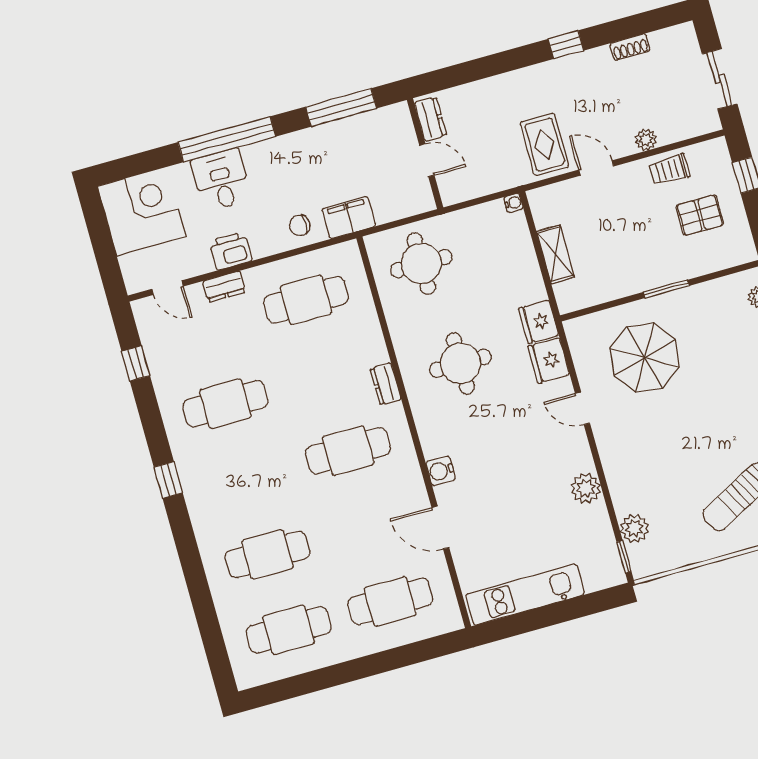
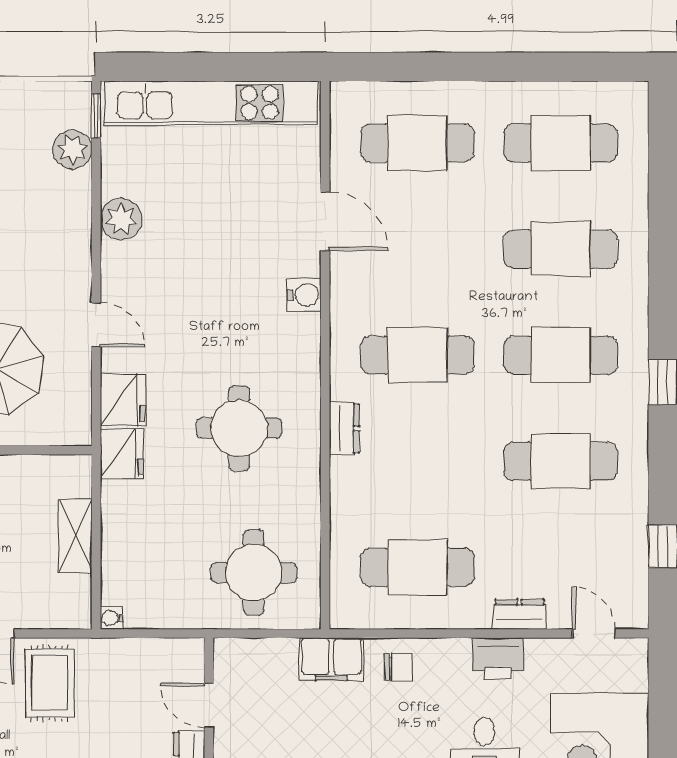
cafe table: (246, 479) -> (561, 355), added
kitchen unit: (525, 595) -> (211, 103), width x1.36

